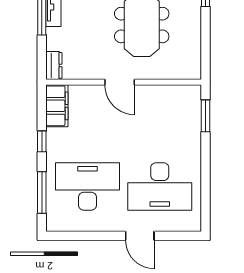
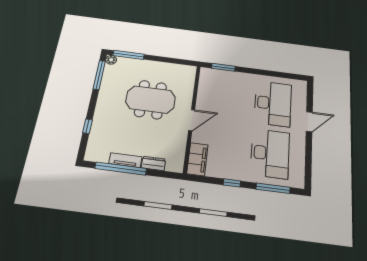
dresser: (54, 65) -> (153, 163), moved
filing cabinet: (57, 106) -> (197, 159), moved, turned 90
desk: (87, 186) -> (270, 153), turned 180

